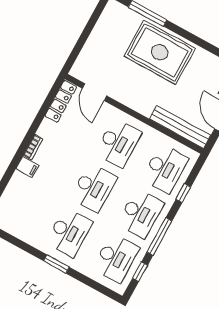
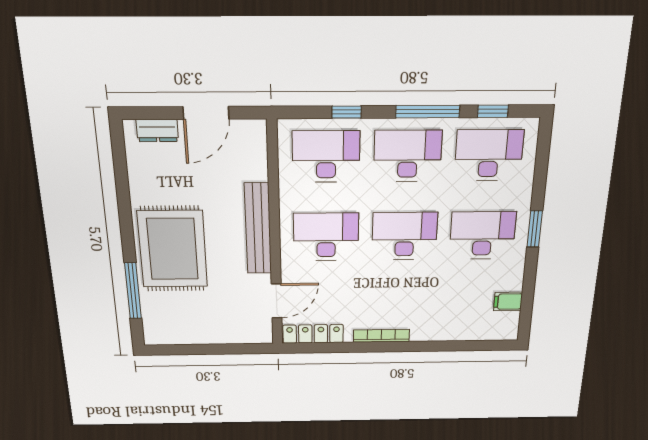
bench: (180, 127) -> (258, 229), moved
bookcase: (33, 147) -> (381, 336), width x1.56
filing cabinet: (27, 167) -> (508, 302), moved, turned -90

